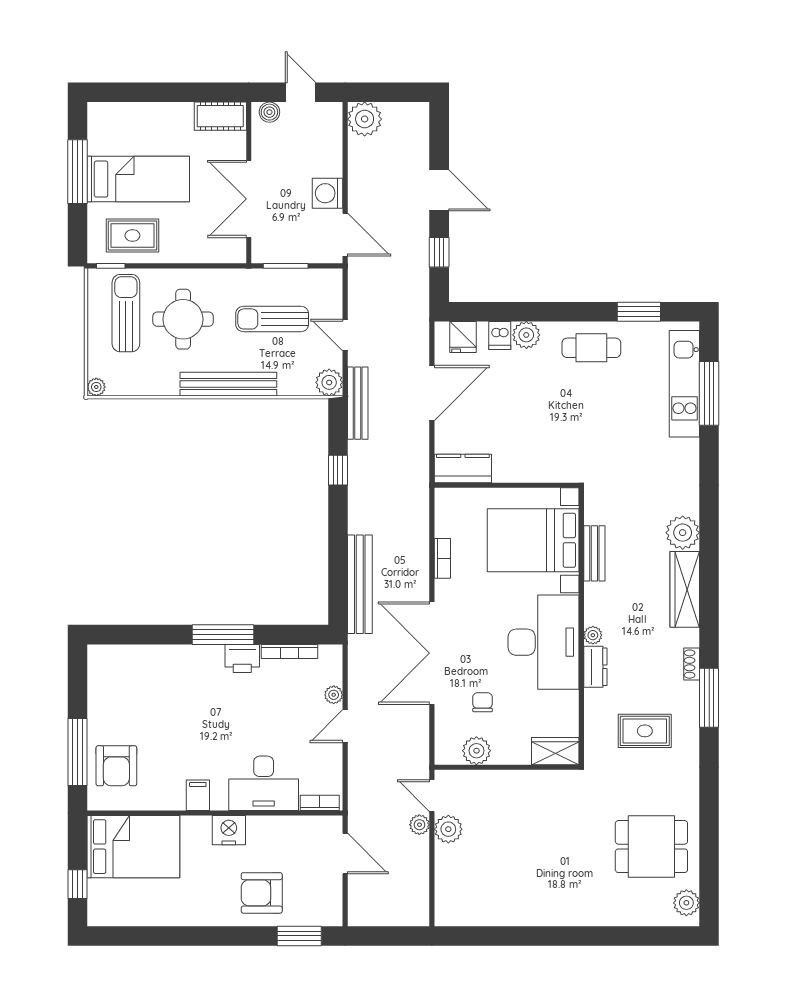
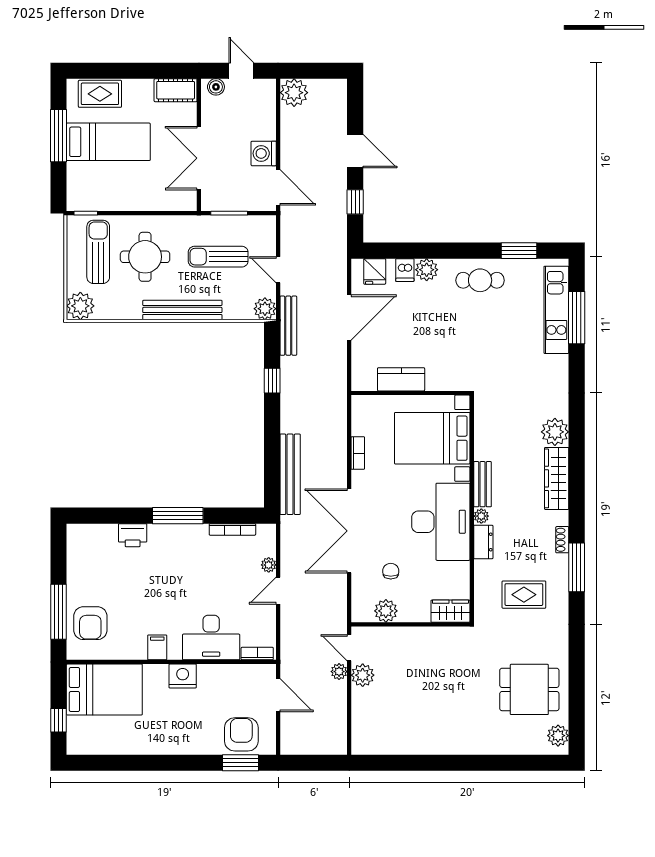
rug: (132, 235) -> (100, 94), moved
plant: (96, 387) -> (80, 306), width x1.88, depth x1.88
kitchen counter: (463, 468) -> (401, 379), moved
bench: (594, 553) -> (482, 484), moved
printer: (242, 658) -> (133, 535), moved
armchair: (262, 893) -> (241, 734), moved, turned 90

